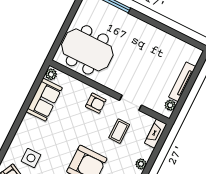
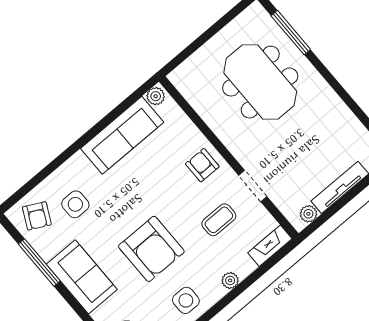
meeting table: (87, 50) -> (260, 82), moved
sofa: (44, 100) -> (122, 135), width x1.36
armchair: (96, 103) -> (202, 165), turned 180

